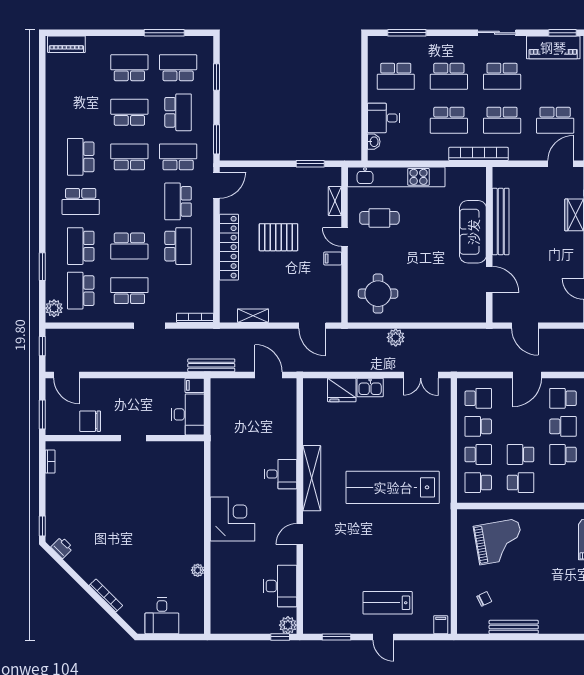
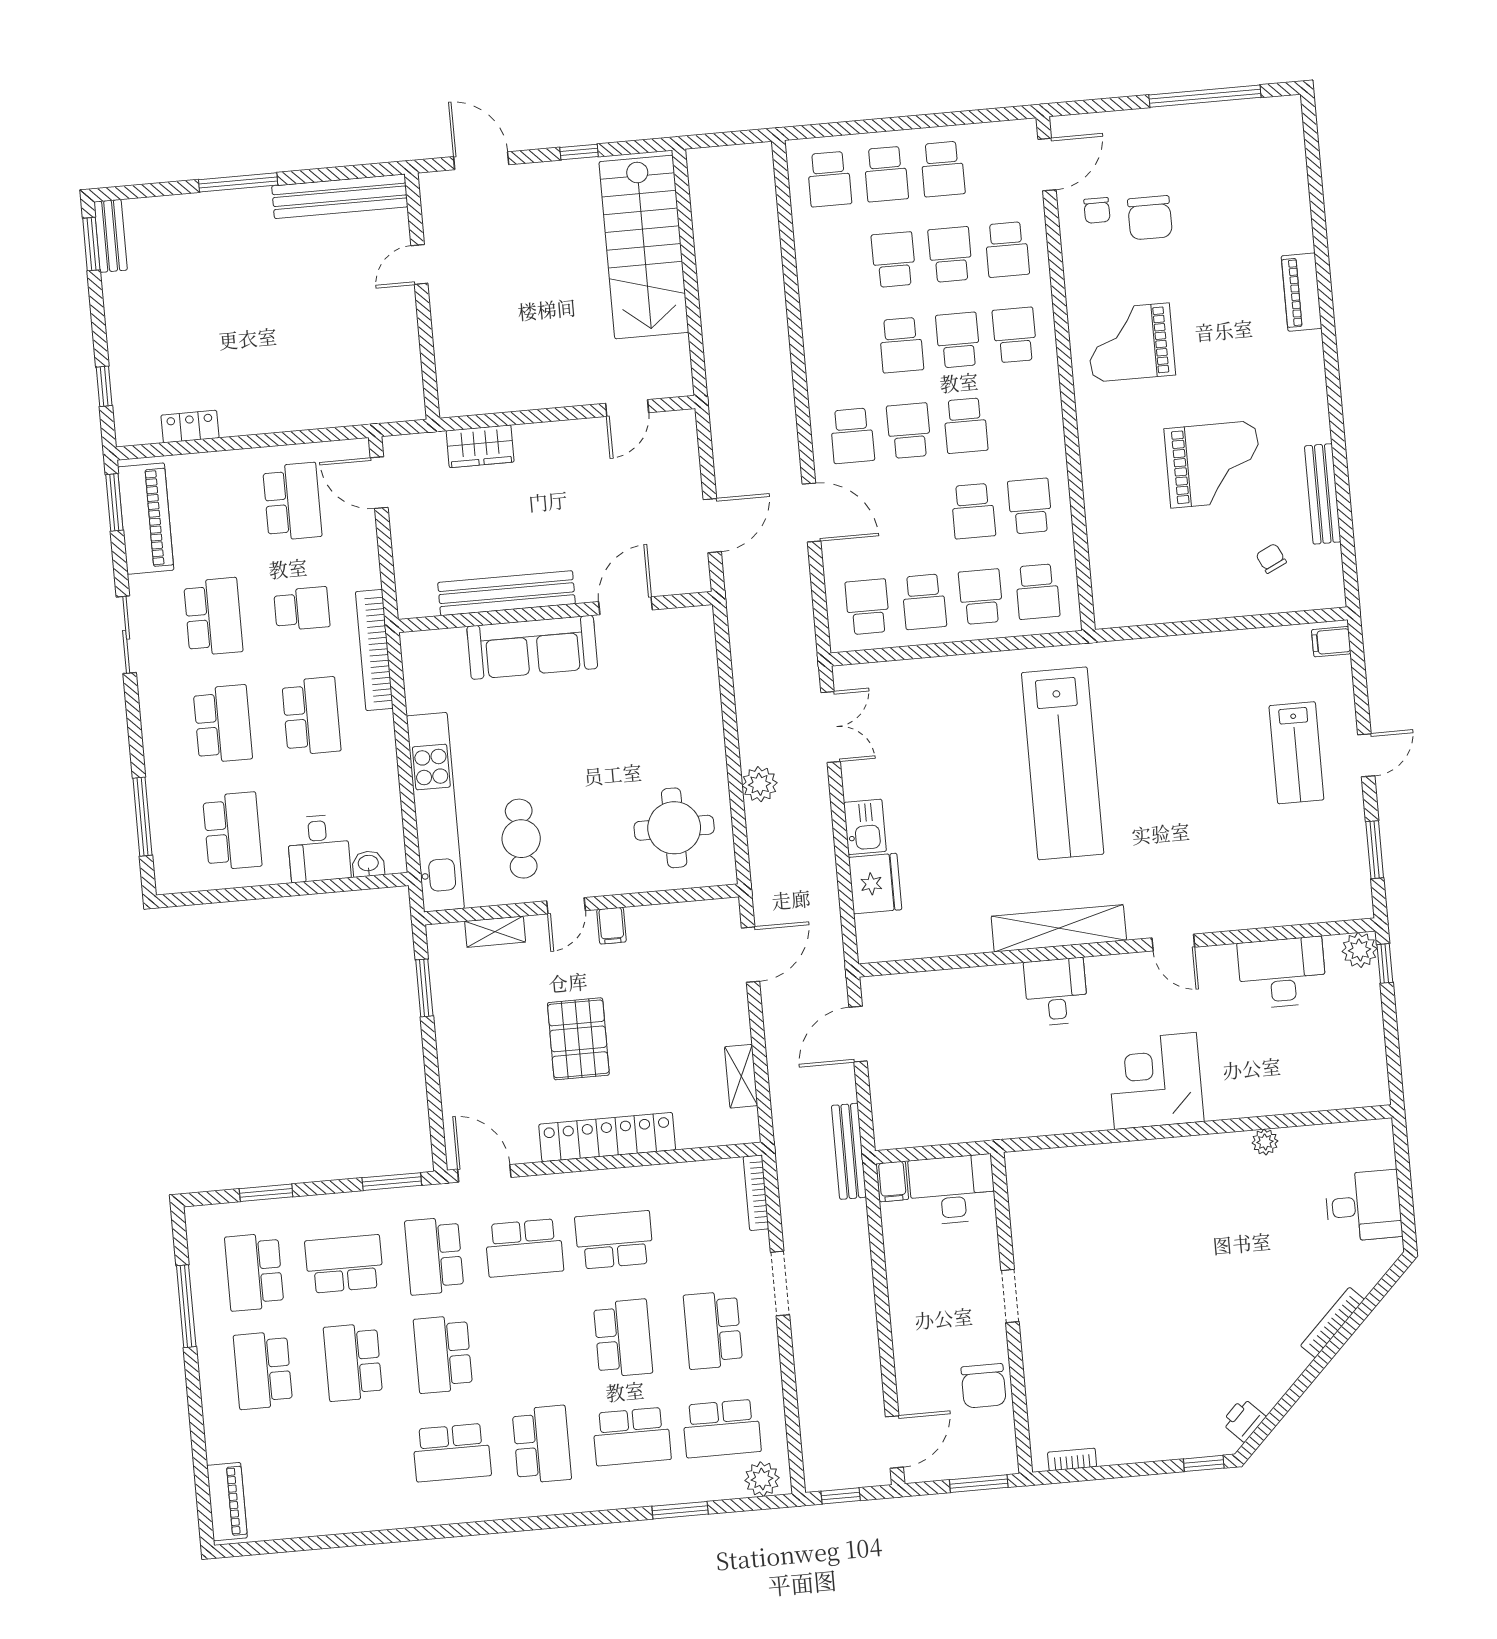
school desk: (502, 120) -> (302, 609), width x0.54
grand piano: (499, 542) -> (1214, 464), moved, turned 100

